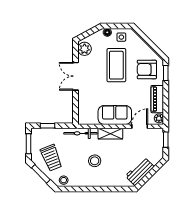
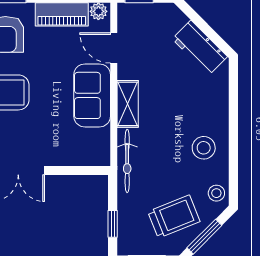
stool: (95, 161) -> (204, 148), moved

